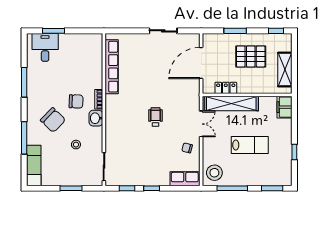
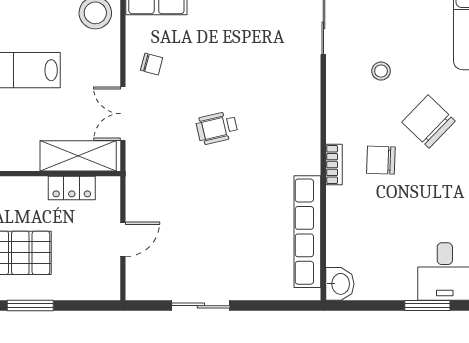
window: (235, 31) -> (30, 306), moved
door: (201, 63) -> (123, 239), width x0.53
shelving: (231, 103) -> (78, 156), width x0.68
wheelchair: (155, 117) -> (217, 128), turned 77
washbasin: (96, 118) -> (340, 284), moved

